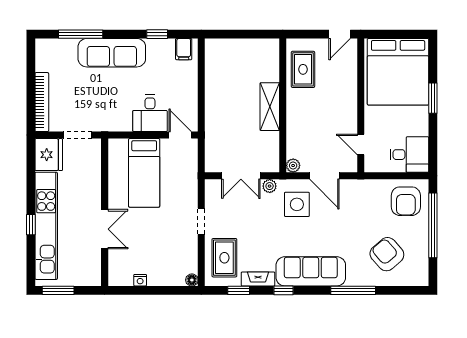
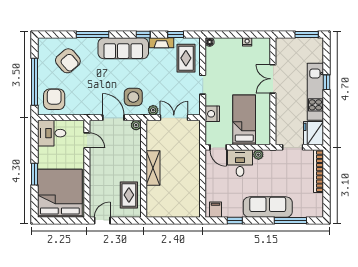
plant: (125, 125) -> (258, 155), added
nightstand: (188, 181) -> (212, 114), added
kitchen unit: (46, 226) -> (315, 92), width x0.73

